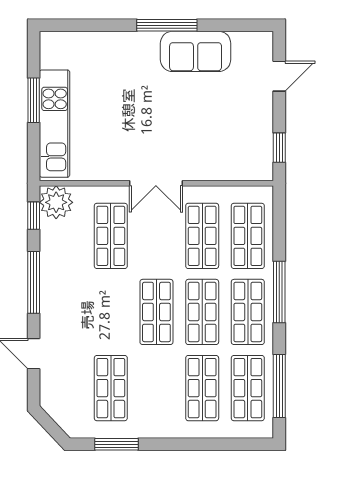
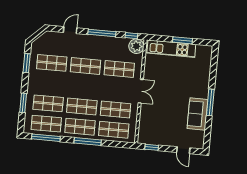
double door: (156, 183) -> (141, 91), swing flipped
shop shelf: (156, 312) -> (86, 66), moved
window: (206, 444) -> (23, 103), added

